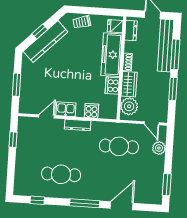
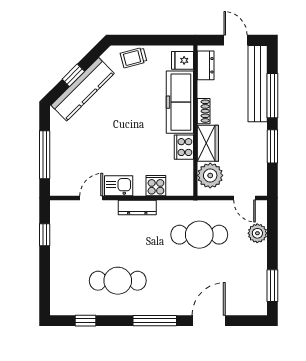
window: (17, 85) -> (45, 155), width x1.44

